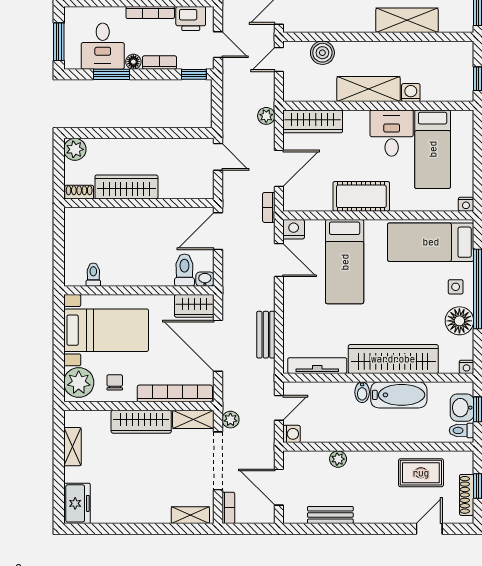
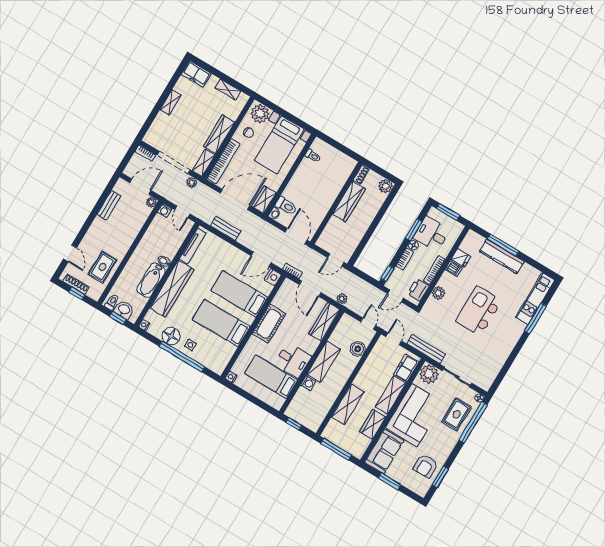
bed: (431, 242) -> (221, 323), moved, turned -90
plant: (338, 459) -> (151, 202), moved
shelving: (190, 515) -> (171, 102), moved

